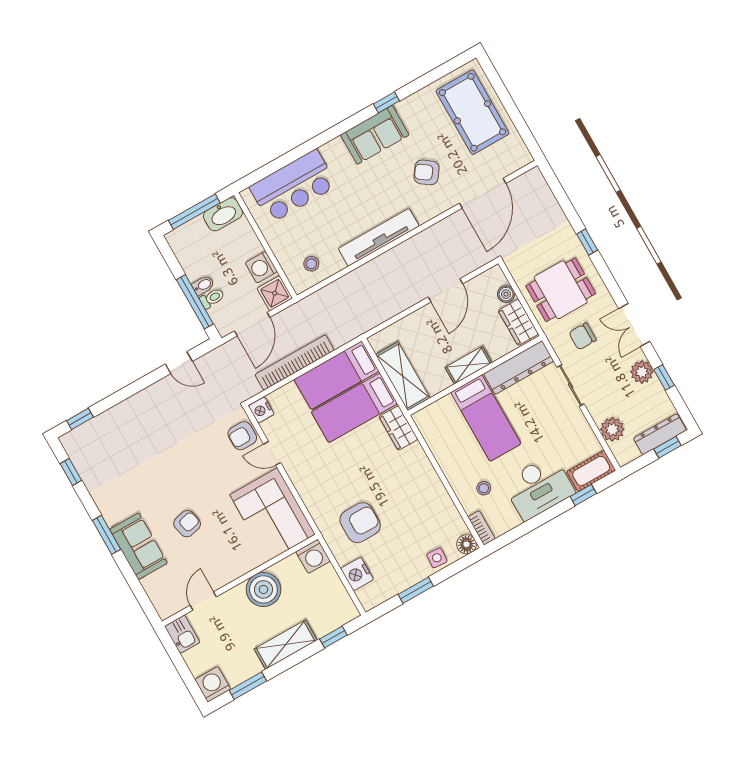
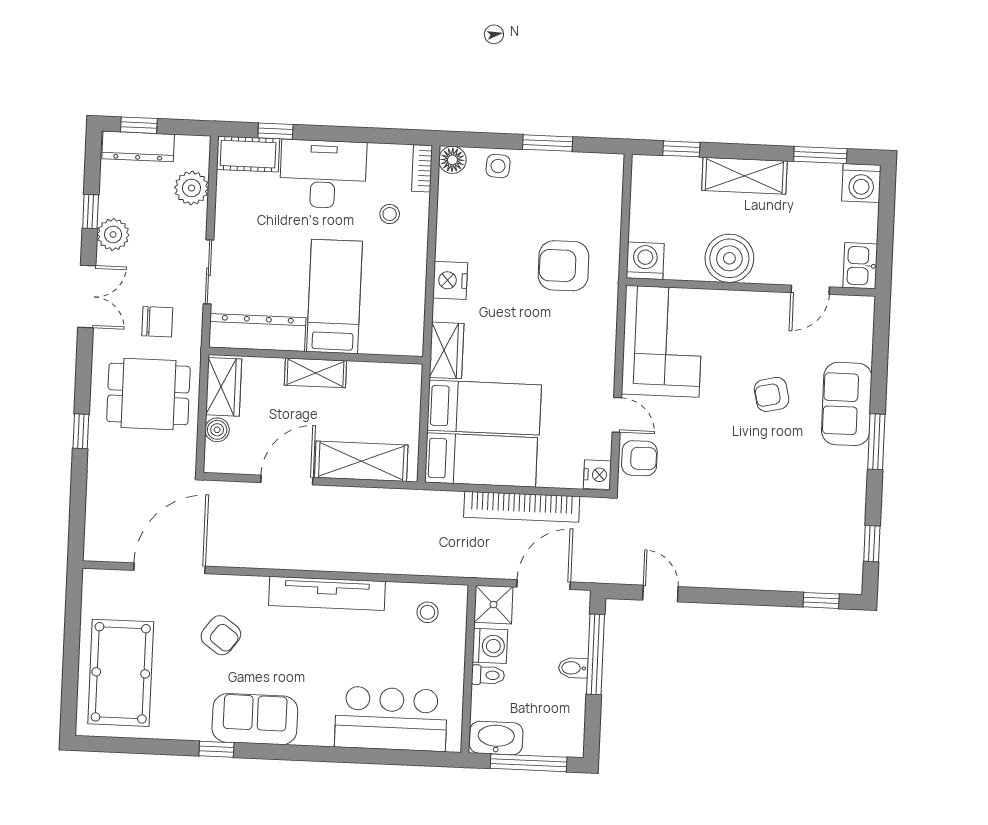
toilet: (212, 298) -> (488, 675), moved, turned 180
shelving: (403, 376) -> (361, 461), moved, turned 90
nightstand: (357, 574) -> (450, 280), moved, turned 180

